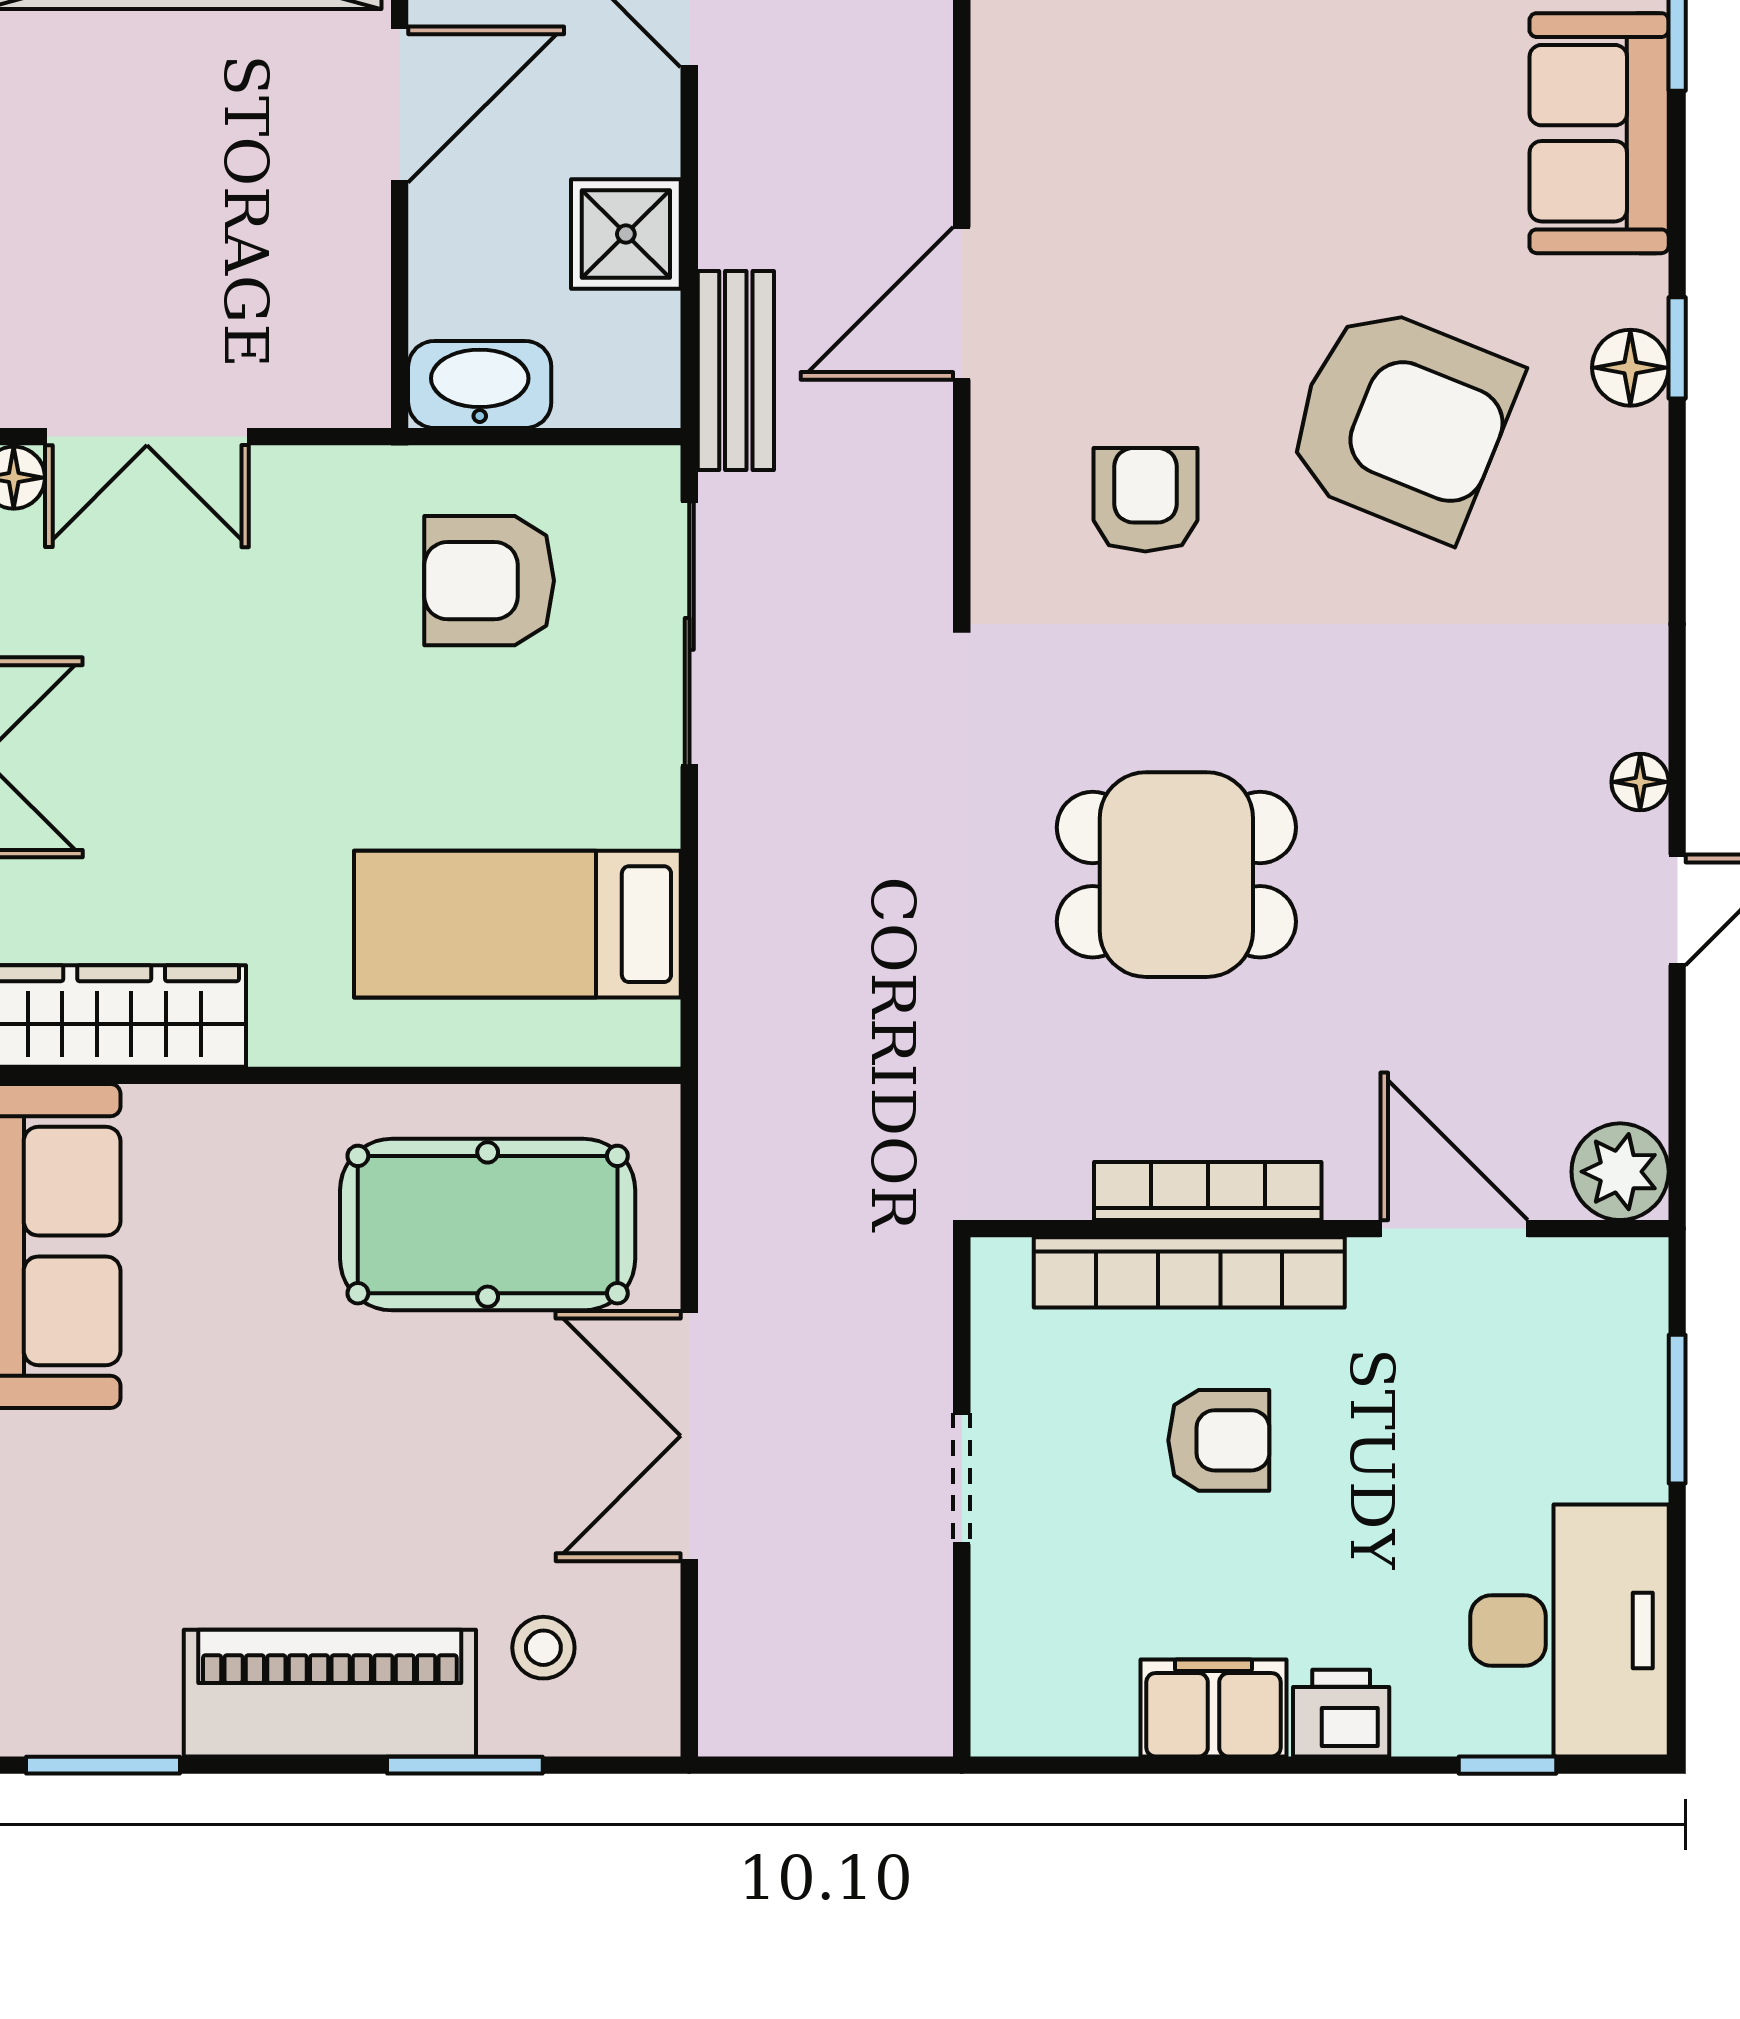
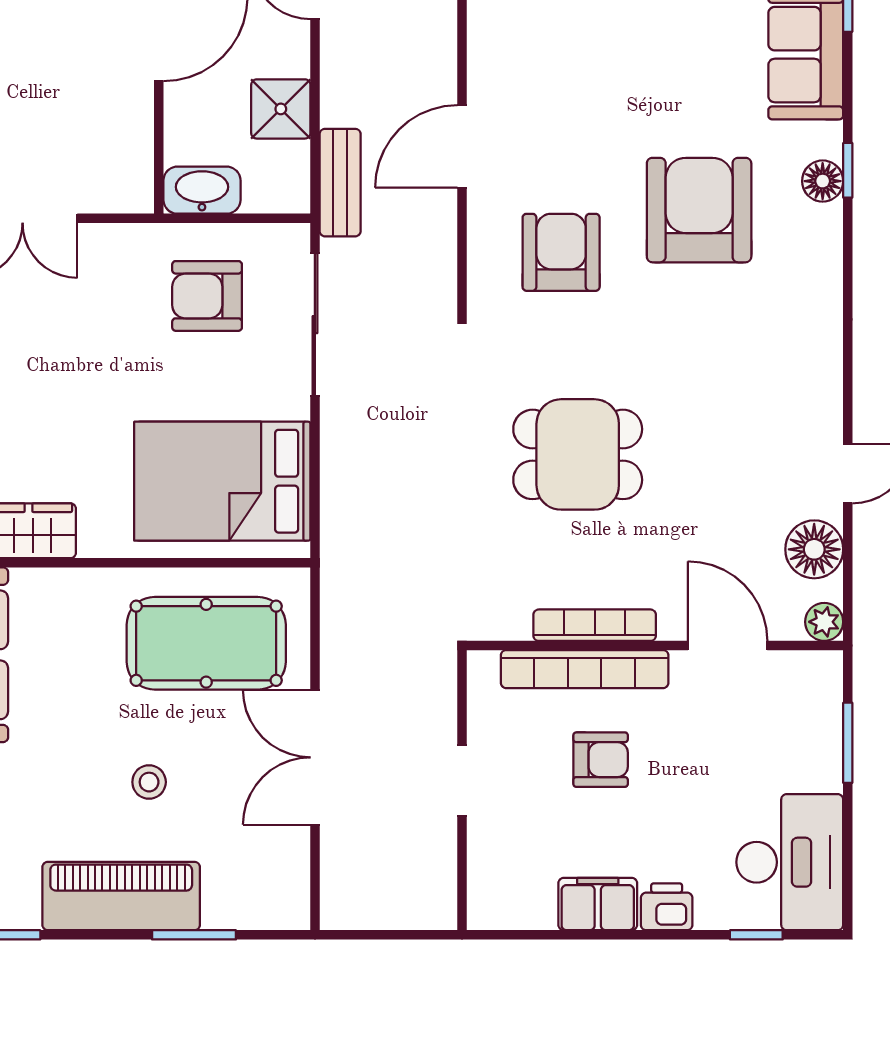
armchair: (1401, 421) -> (699, 210), turned -112
armchair: (1145, 500) -> (561, 252), width x1.38, depth x1.38
floor lamp: (1640, 782) -> (814, 549), moved, width x1.89, depth x1.89
bed: (517, 924) -> (222, 481), width x1.50
plant: (1620, 1172) -> (824, 622), width x0.73, depth x0.73
stool: (543, 1648) -> (149, 782), moved

